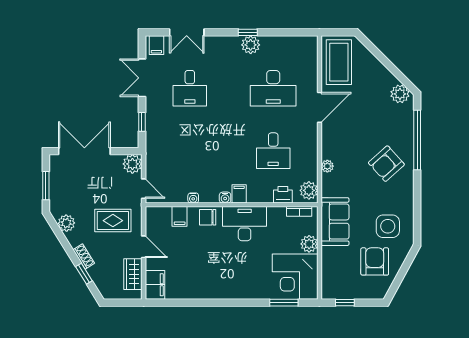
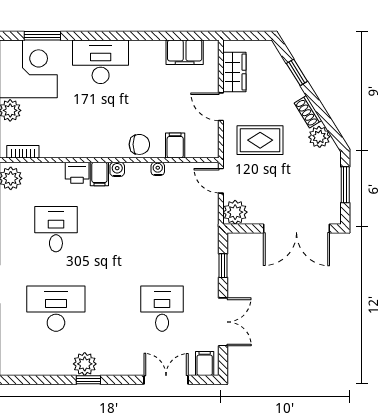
printer: (283, 195) -> (77, 173), moved
desk: (245, 224) -> (101, 62), moved, turned 180
shoe rack: (84, 257) -> (308, 112), moved
filing cabinet: (155, 285) -> (185, 52), moved, turned -90

